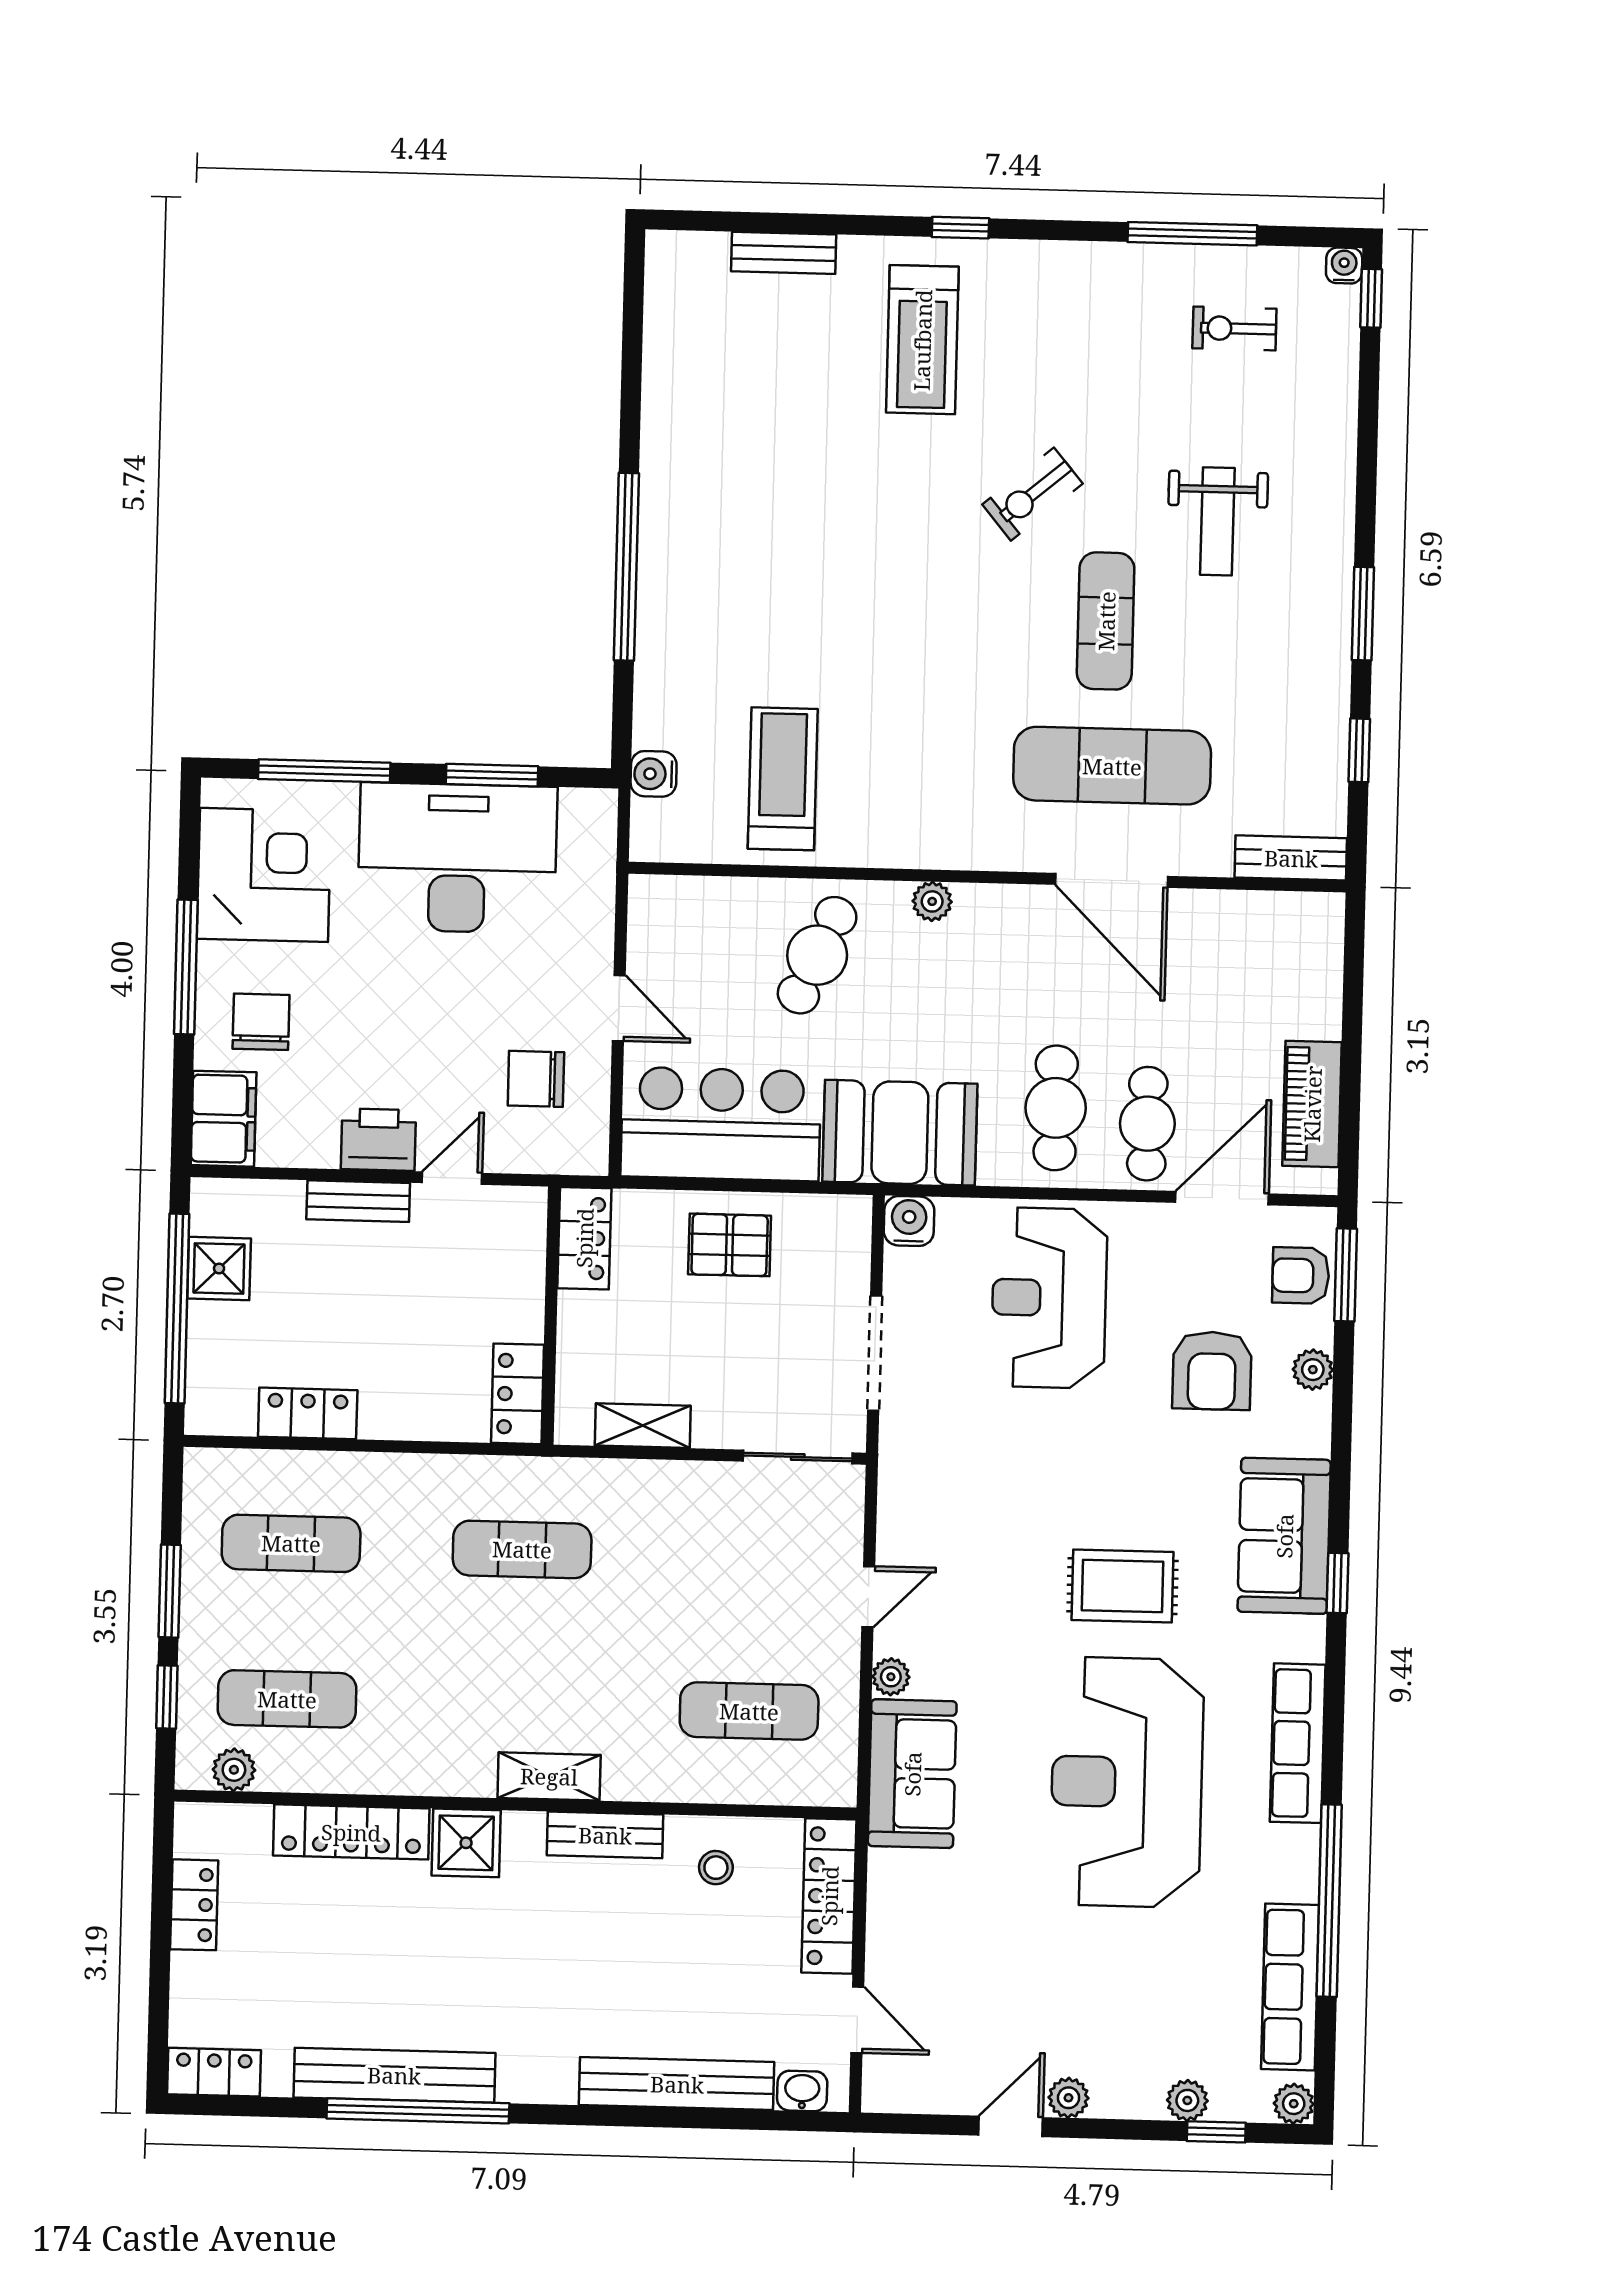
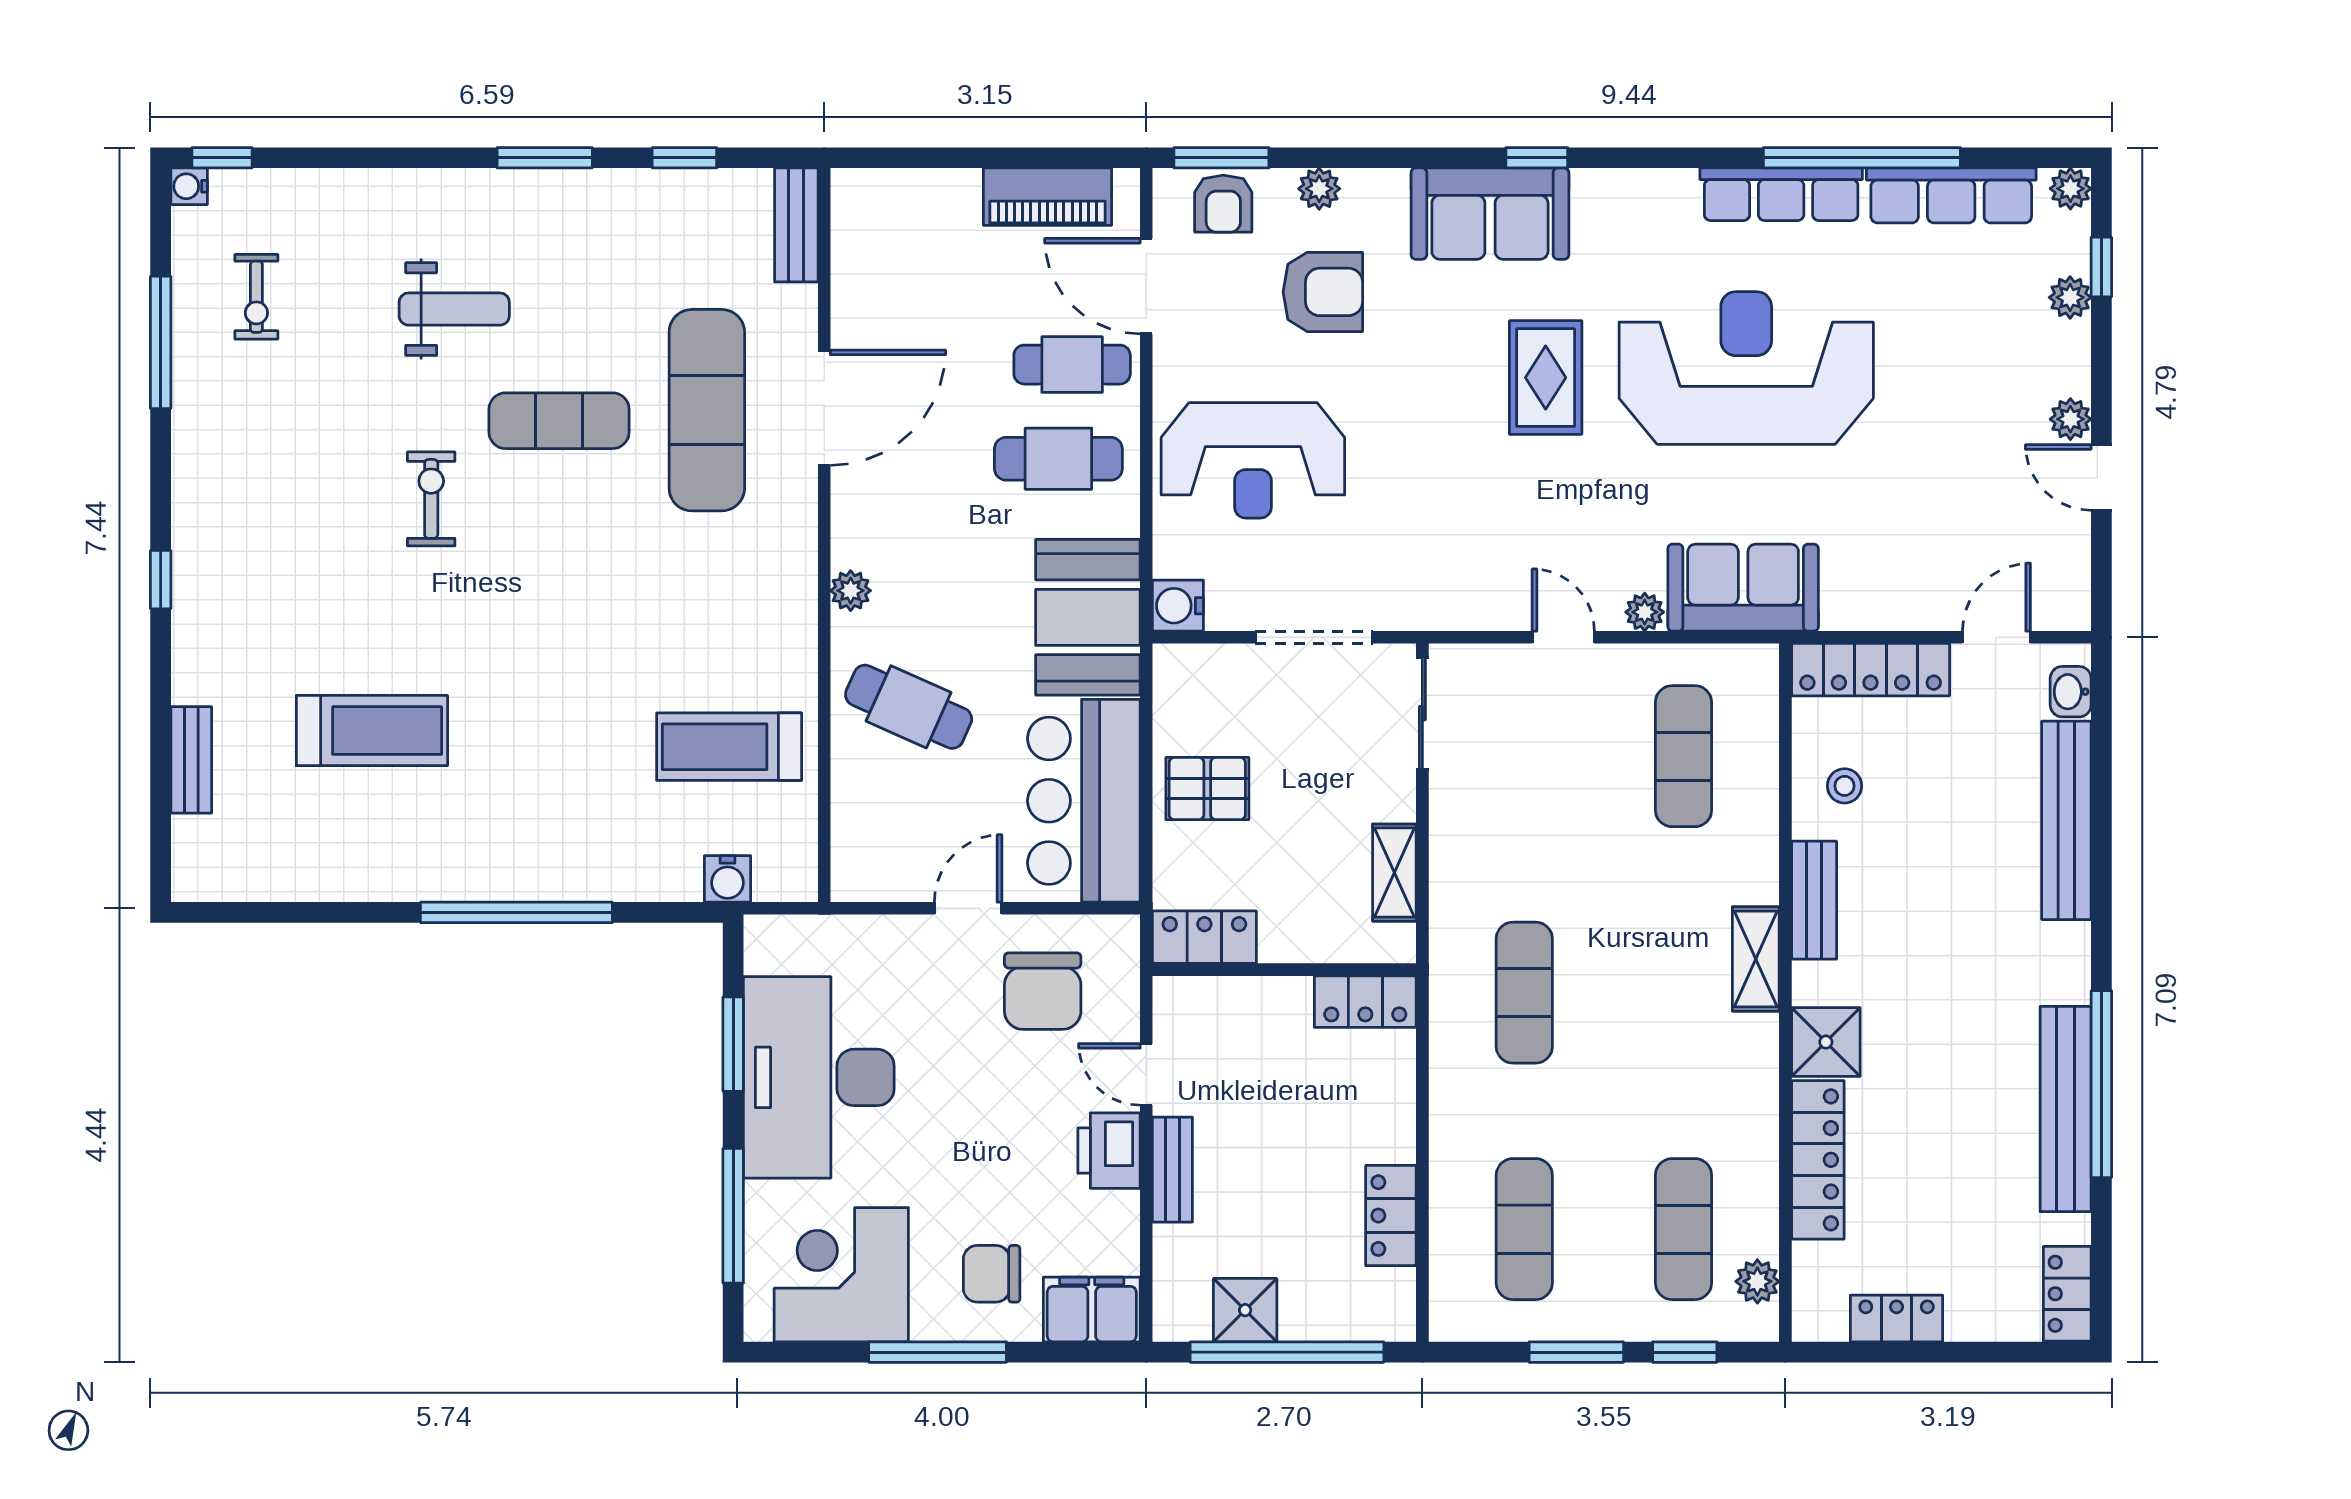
treadmill: (922, 340) -> (372, 731), moved
exercise bike: (1032, 494) -> (431, 499), turned -140
chair: (536, 1079) -> (1043, 991), width x1.37, depth x1.37
pallet: (730, 1245) -> (1207, 789), turned 90
row of seats: (1298, 1743) -> (1781, 194), moved
reception desk: (1127, 1782) -> (1746, 368), turned 180

